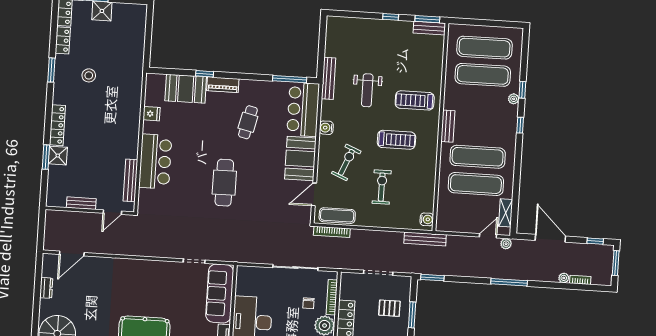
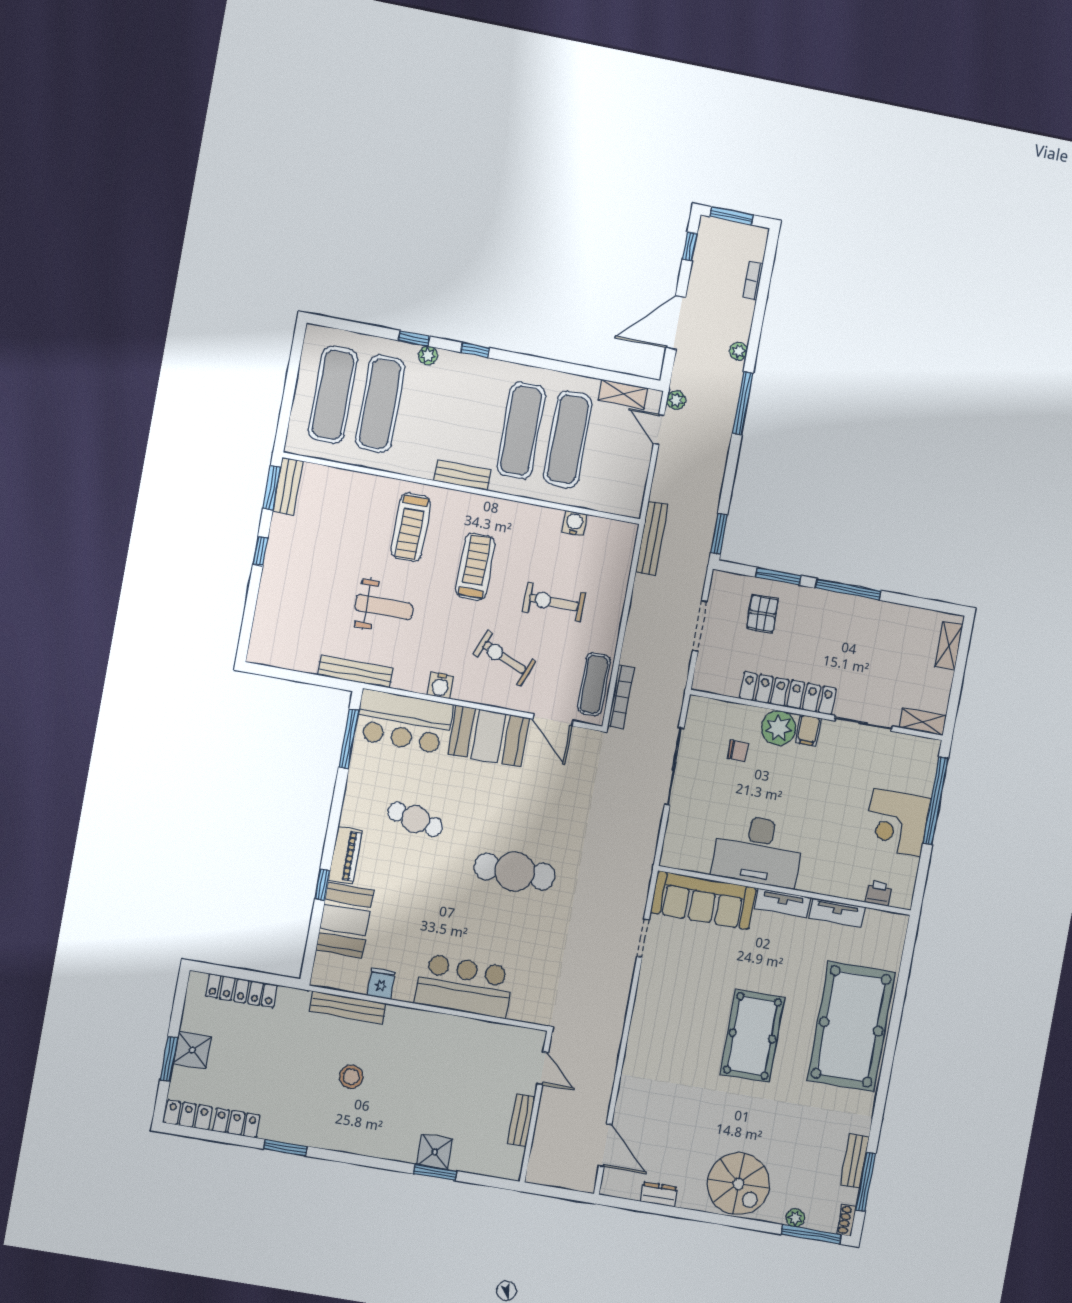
stool: (89, 75) -> (351, 1077), moved
locker: (57, 125) -> (241, 991), moved, turned 180
bench: (130, 180) -> (348, 1007), moved
water cooler: (427, 219) -> (574, 523), moved
plant: (564, 278) -> (738, 351), moved
bookcase: (332, 297) -> (732, 710), removed

